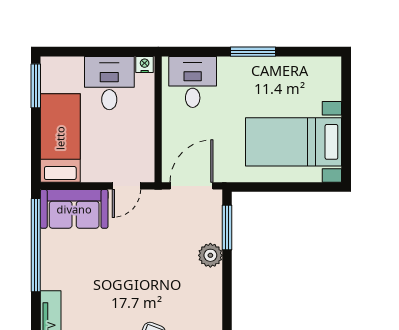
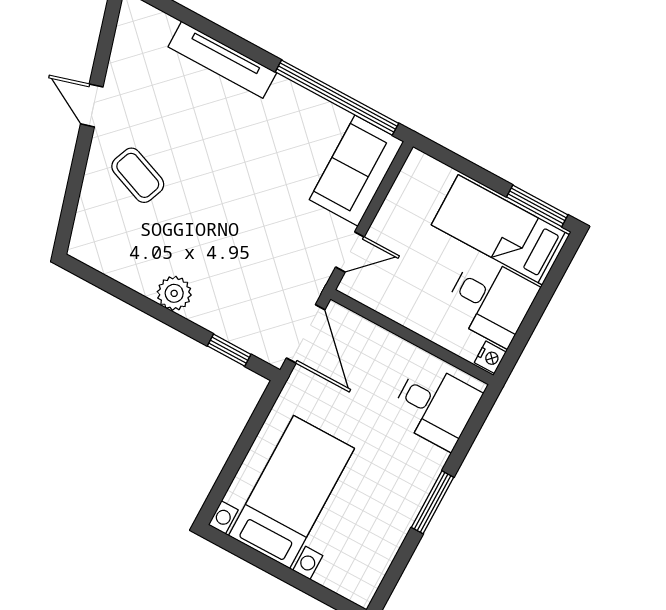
bed: (60, 138) -> (500, 230), moved, turned 180
door: (126, 186) -> (350, 252), swing flipped
window: (227, 227) -> (229, 350), width x0.67
plant: (210, 255) -> (174, 293), moved

